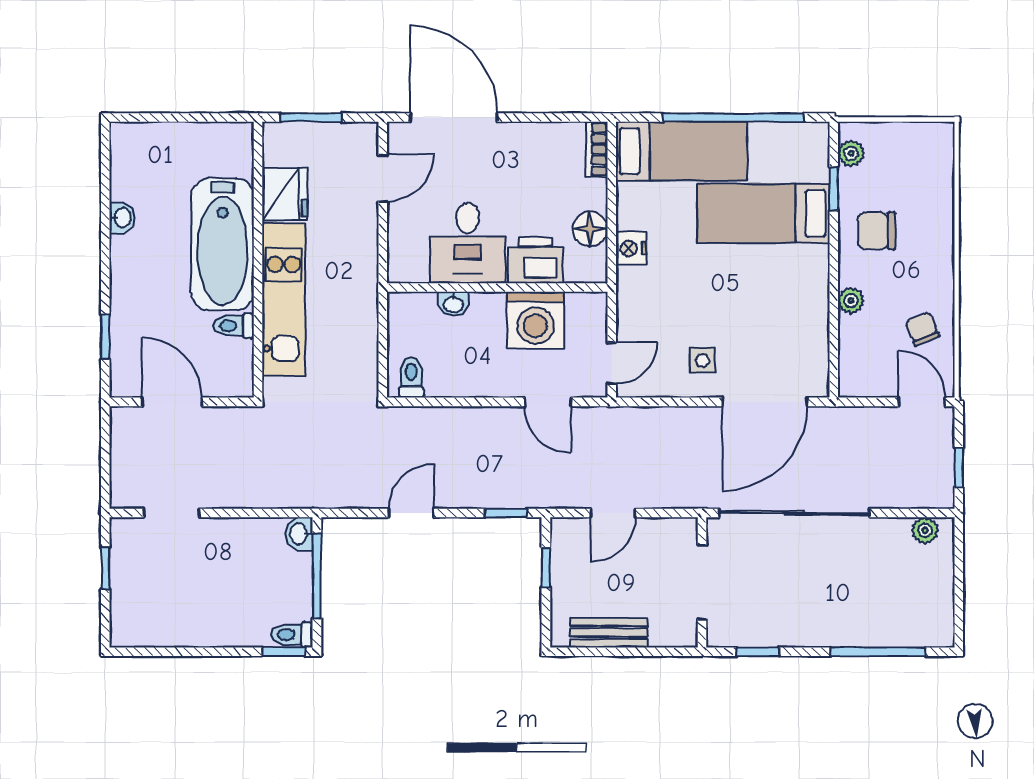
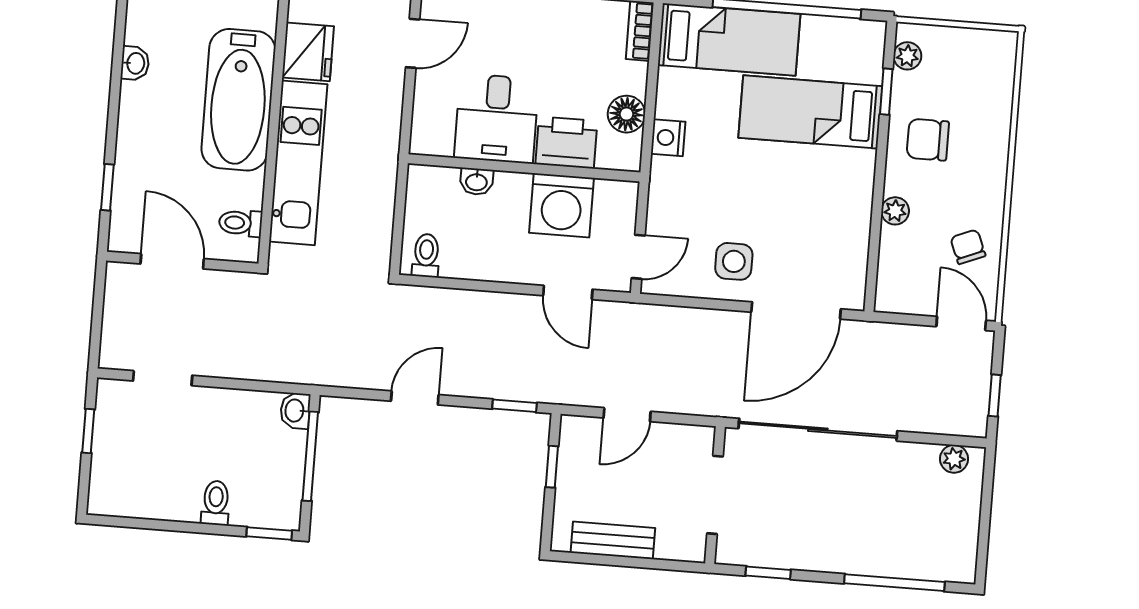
toilet: (234, 326) -> (241, 223), moved
side table: (702, 360) -> (734, 261), width x1.37, depth x1.37
toilet: (292, 635) -> (216, 503), moved, turned 90

